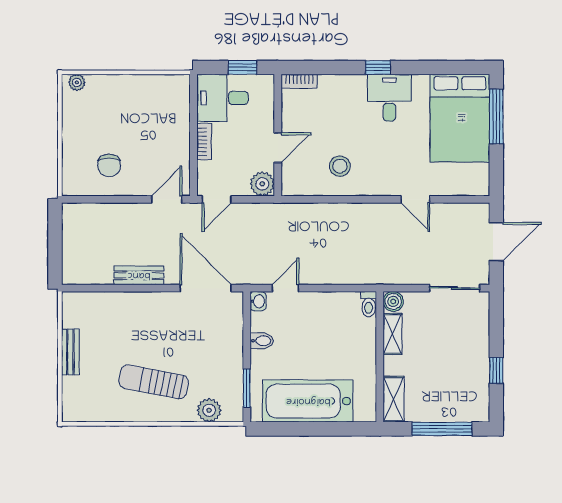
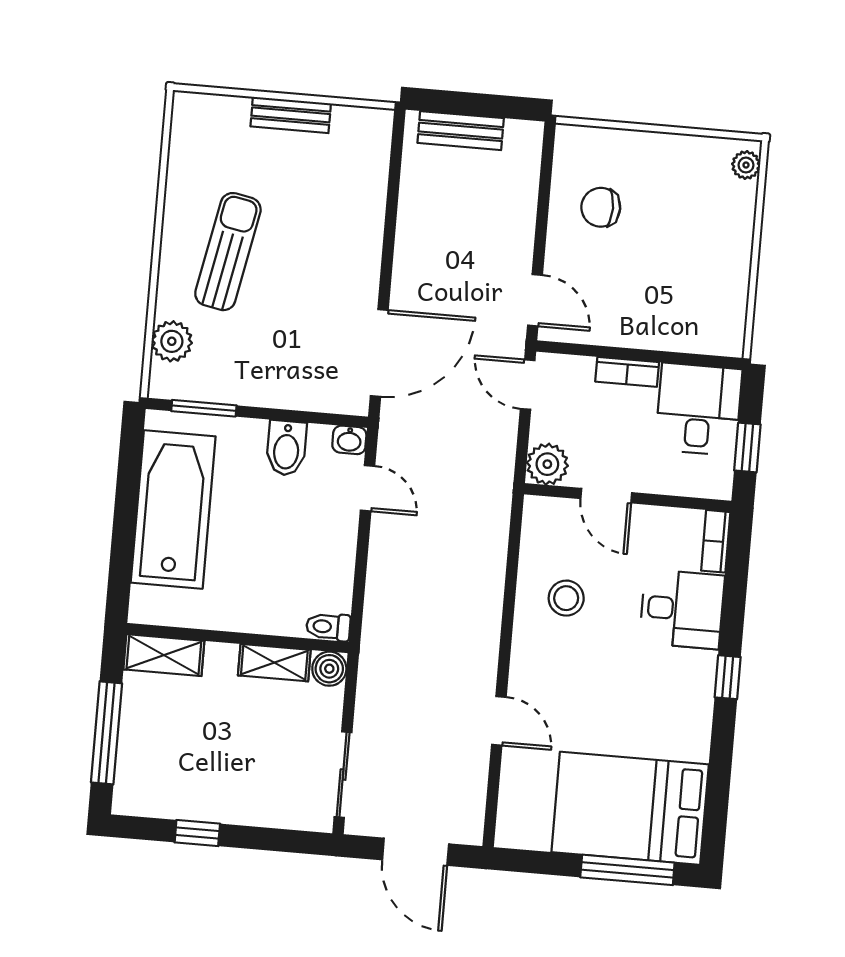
desk: (389, 98) -> (682, 609), moved
door: (415, 199) -> (499, 721), swing flipped
bench: (139, 275) -> (461, 131), moved, turned 90
bidet: (262, 341) -> (286, 448), width x1.38, depth x1.36

